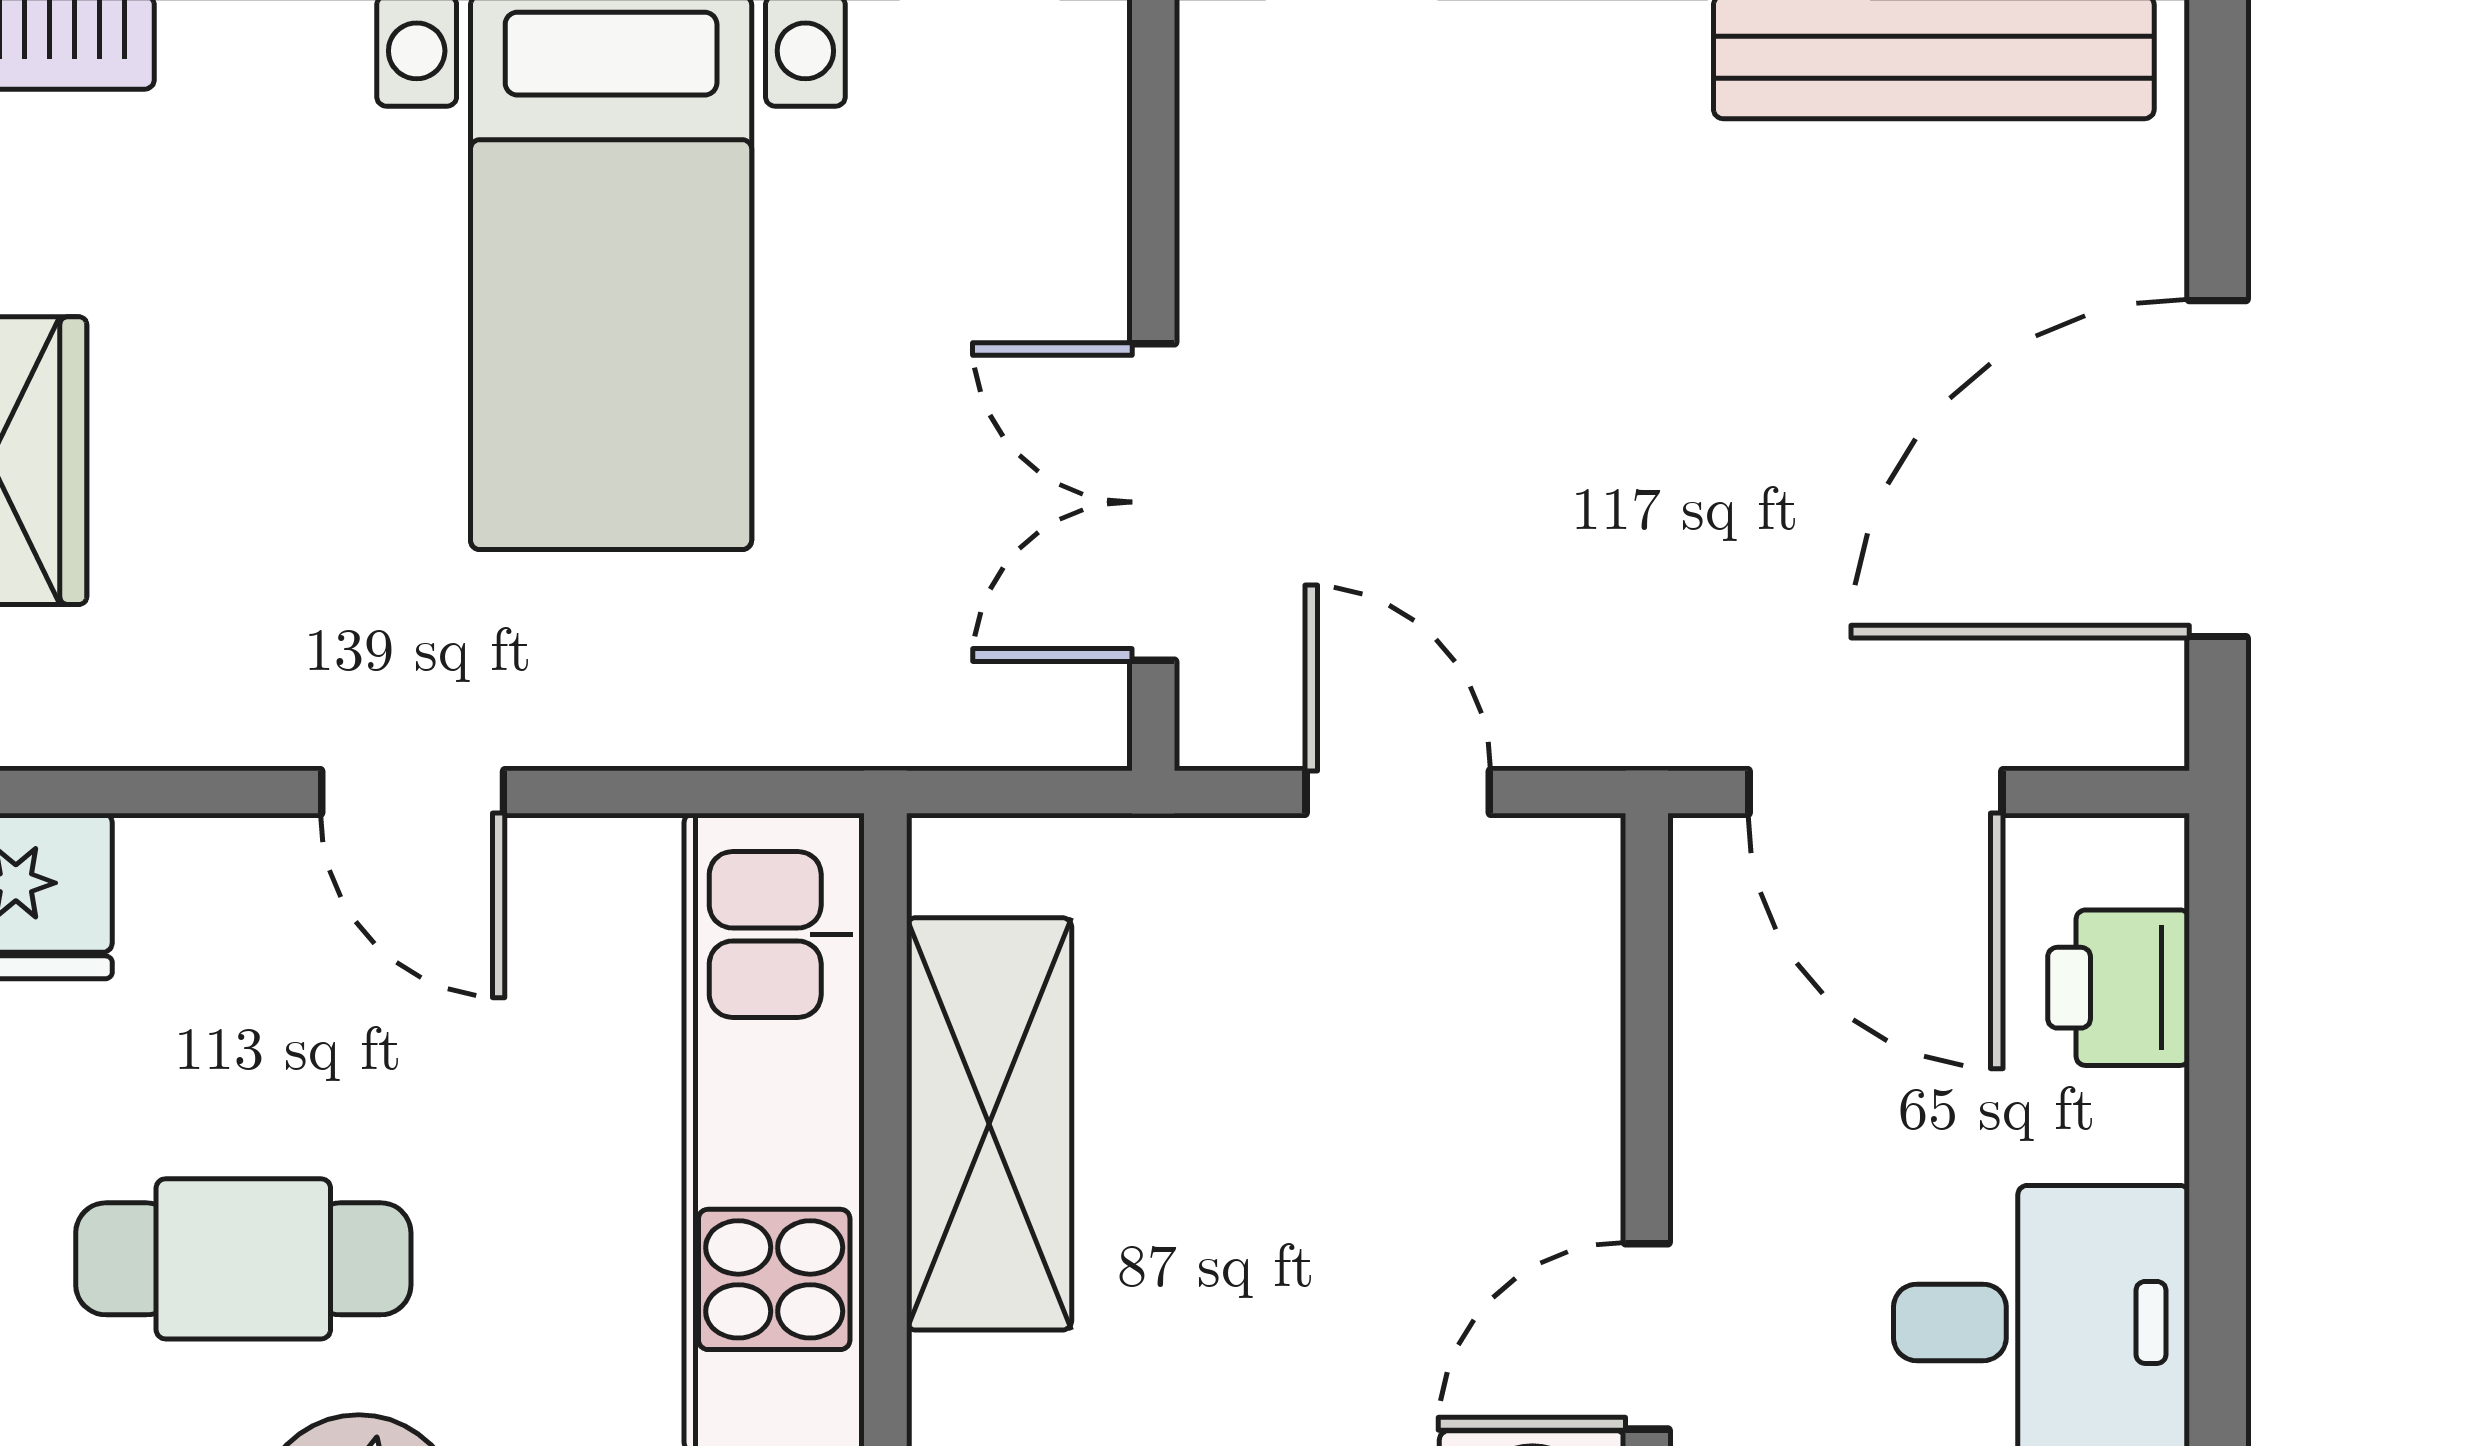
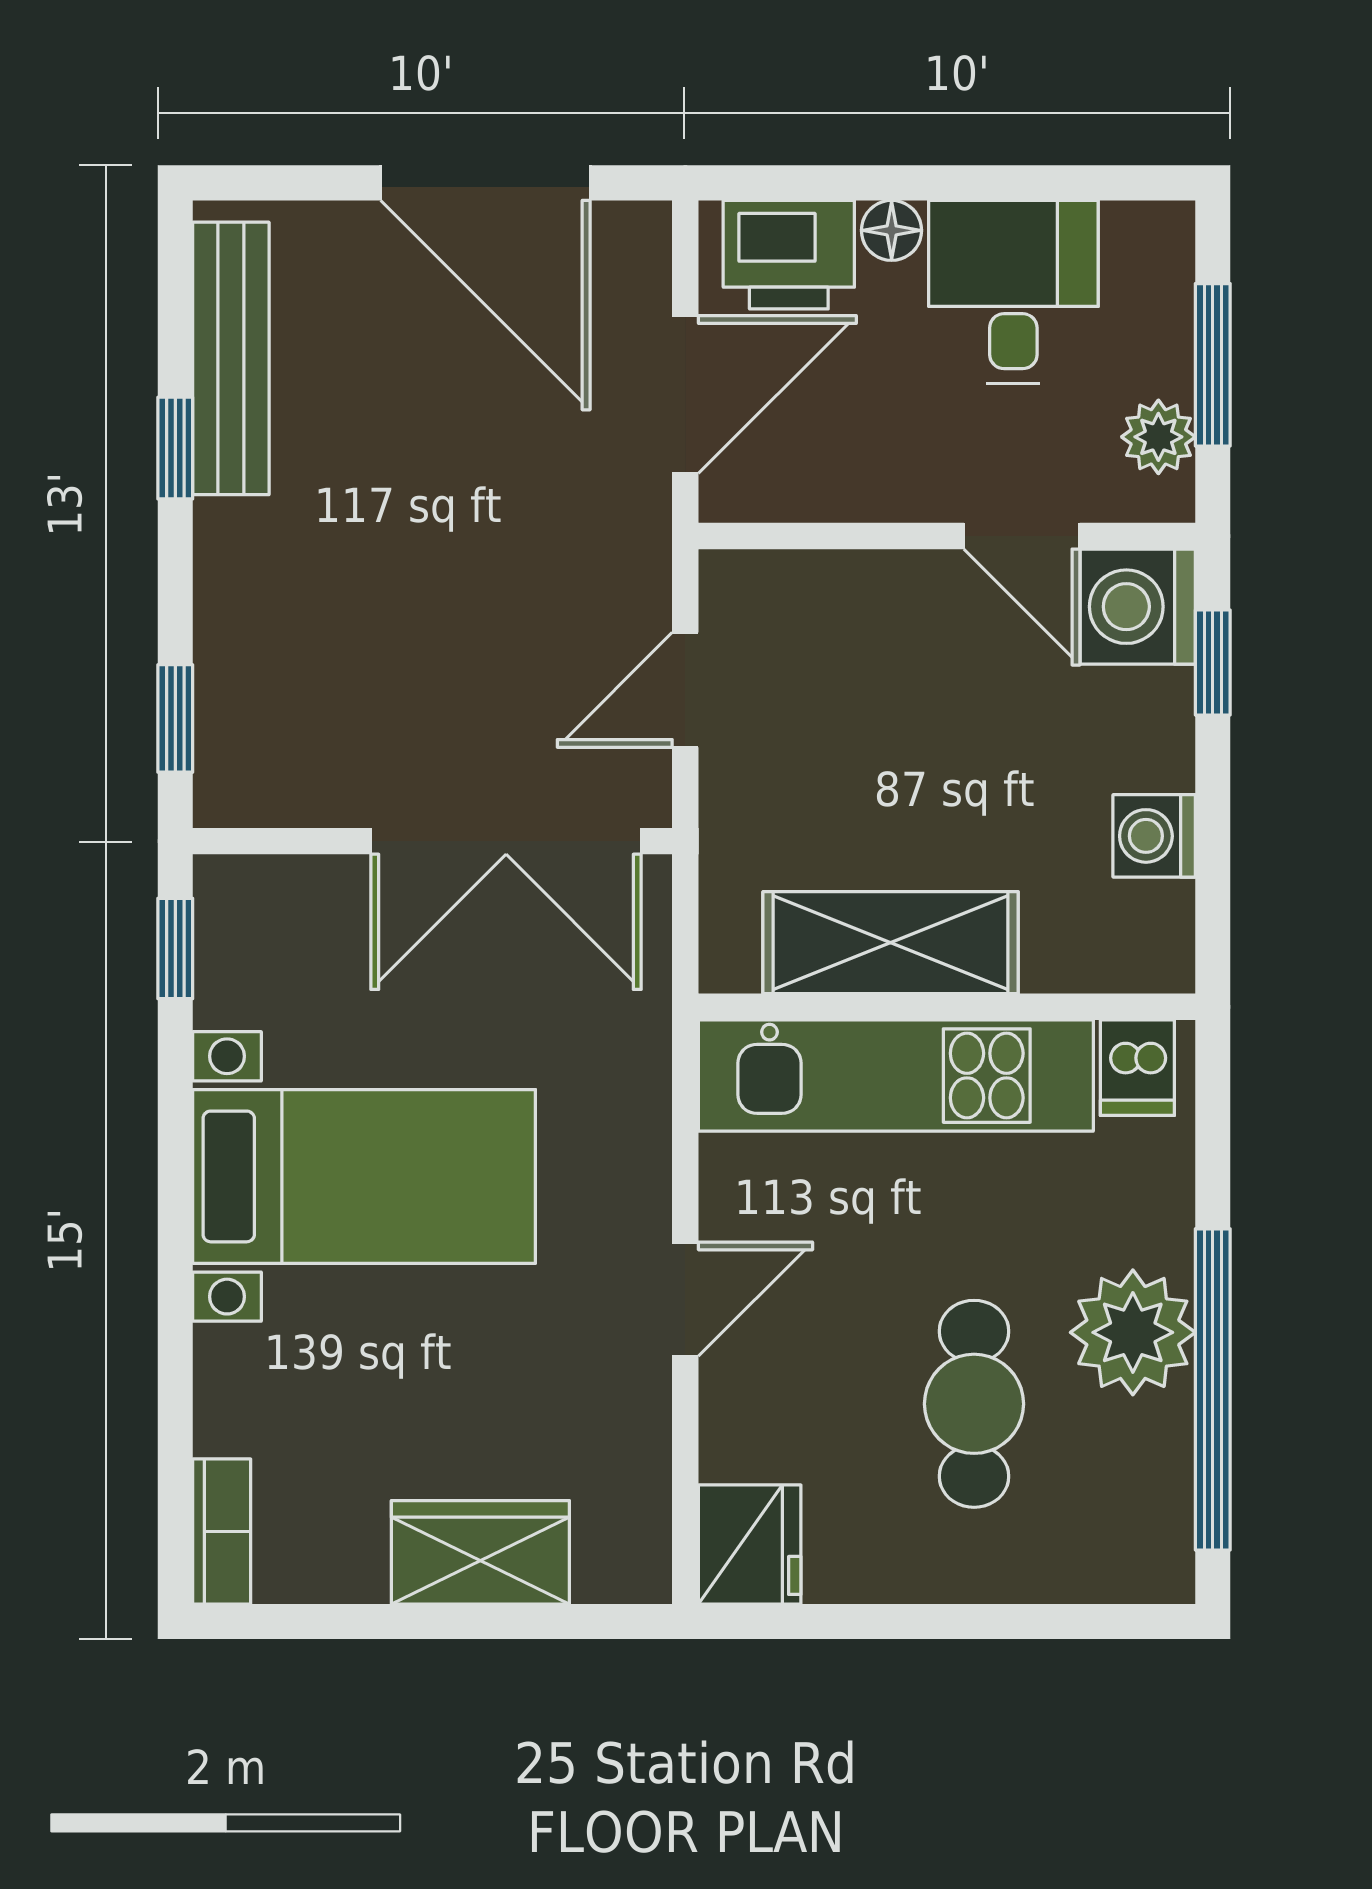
double door: (1153, 502) -> (506, 841), width x1.37
printer: (2119, 988) -> (789, 255), width x1.36, depth x1.24
floor lamp: (2141, 1125) -> (892, 230), added

